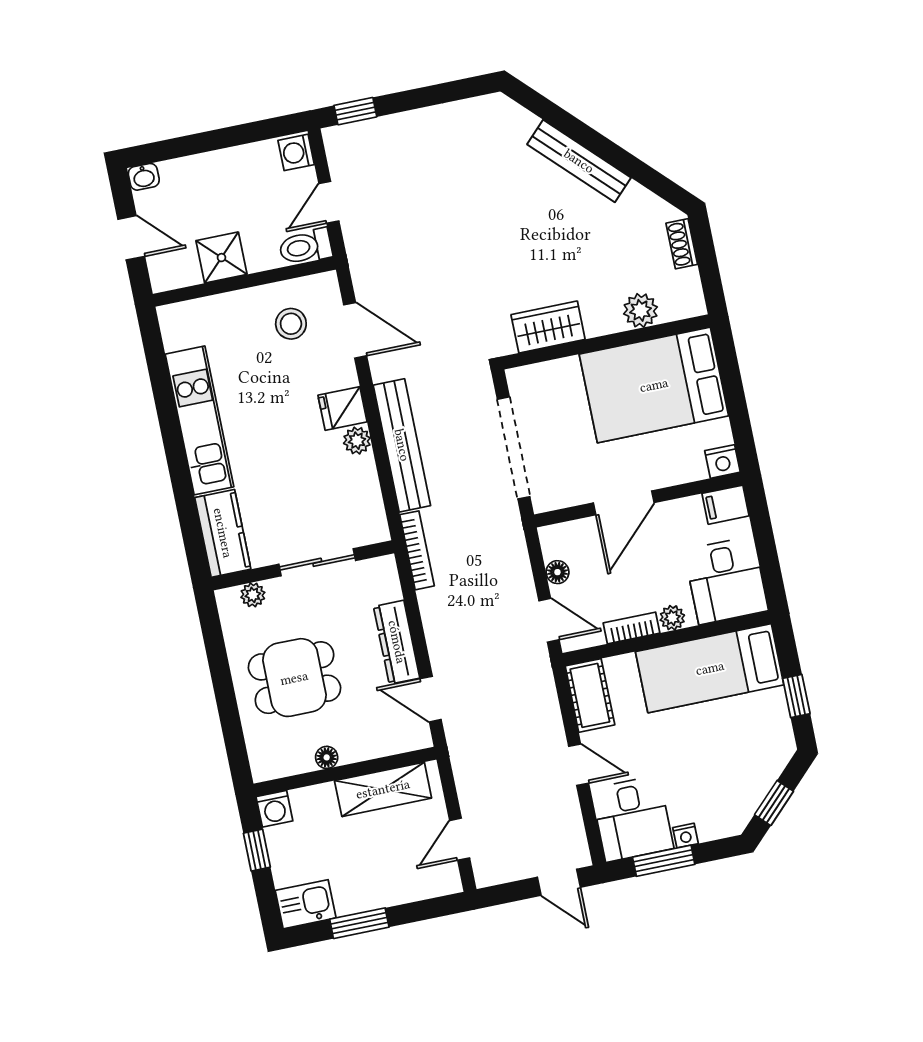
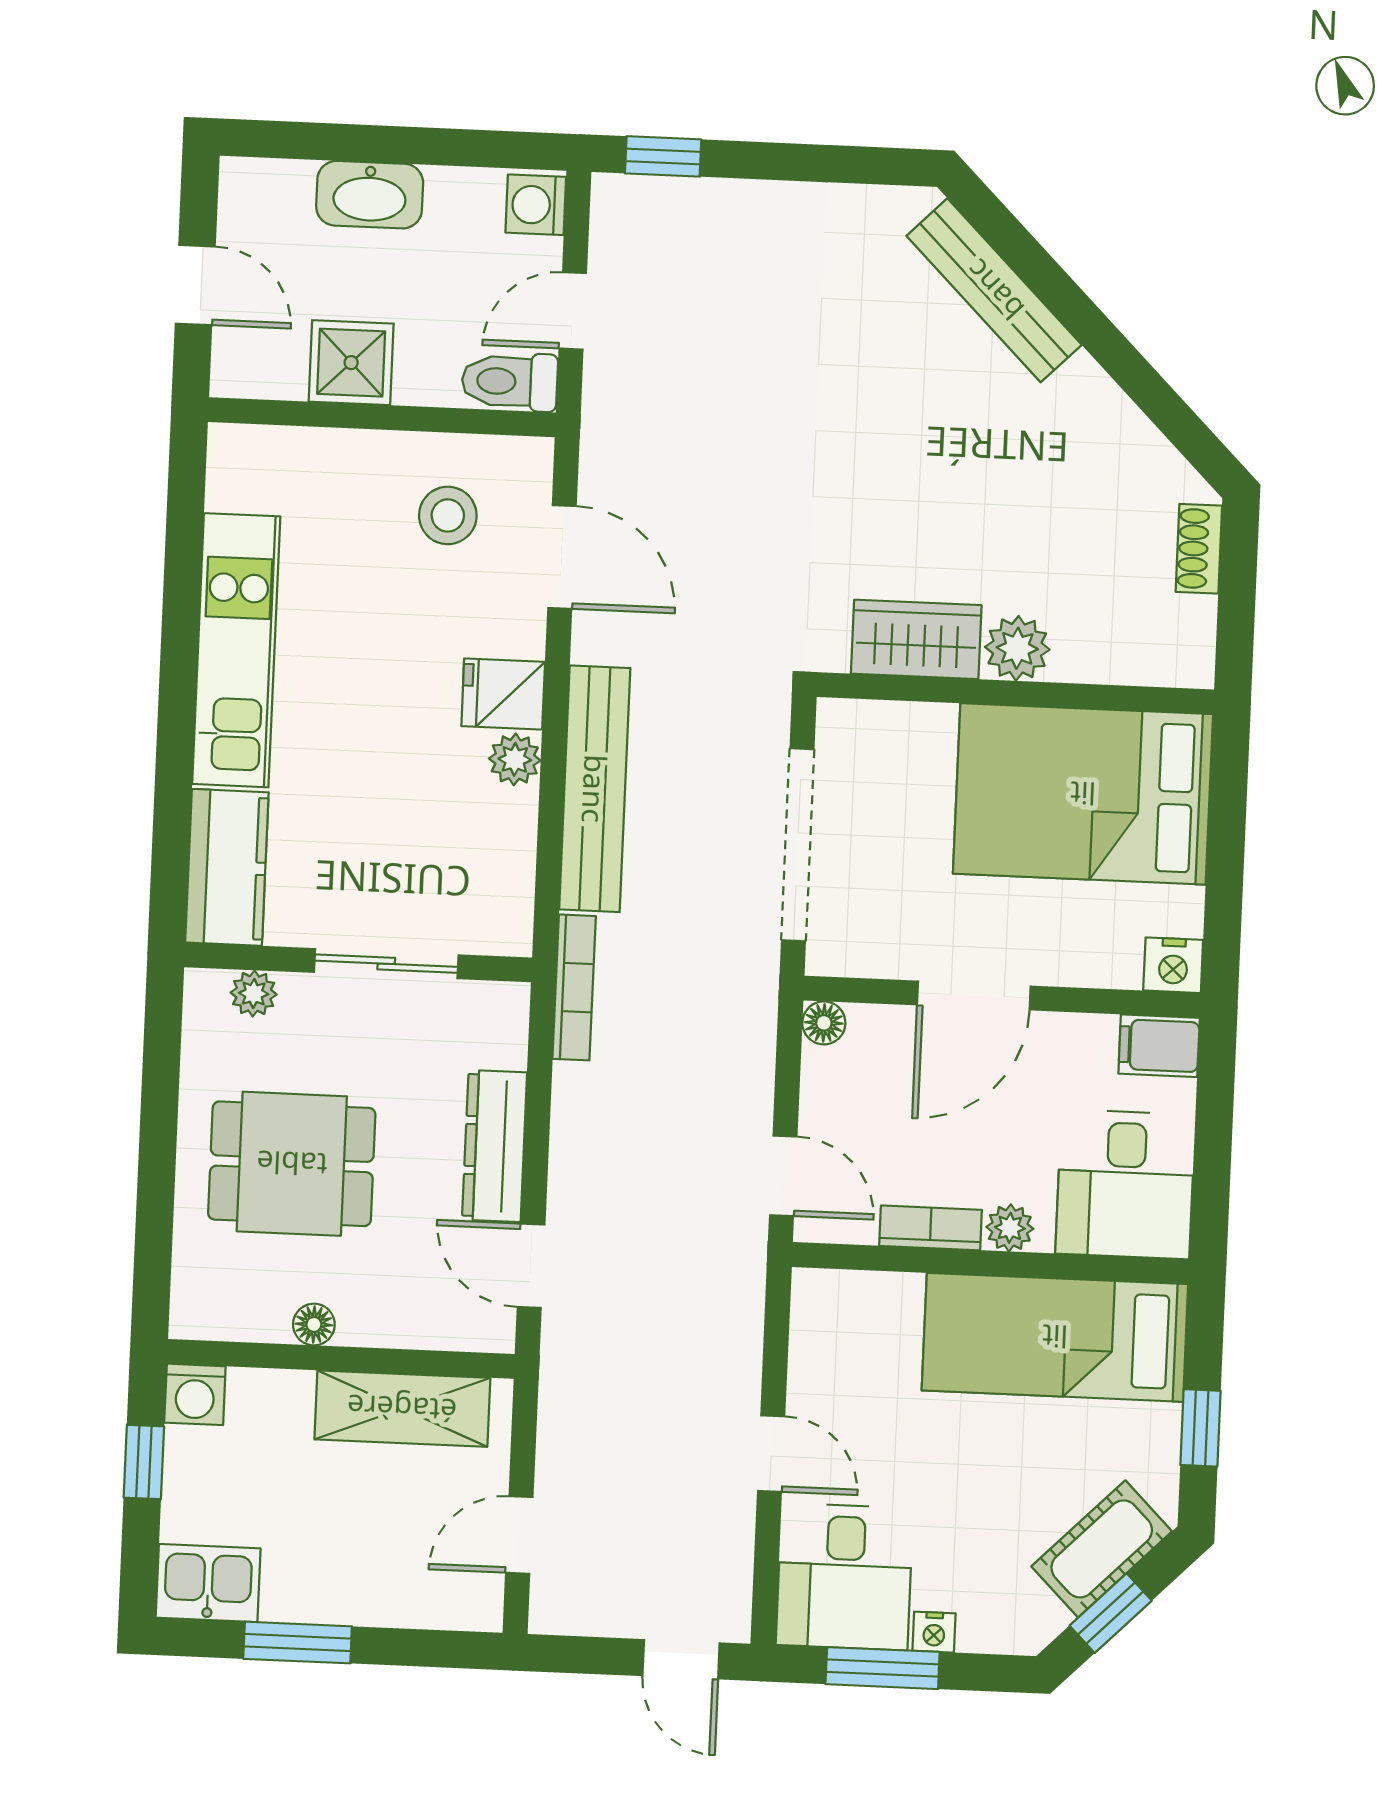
bench: (579, 161) -> (994, 290), moved
washbasin: (144, 177) -> (370, 195), moved, width x1.91, depth x1.45
plant: (641, 310) -> (1017, 648), moved
floor lamp: (557, 572) -> (824, 1023), moved
cot: (590, 695) -> (1102, 1549), moved, turned 45

